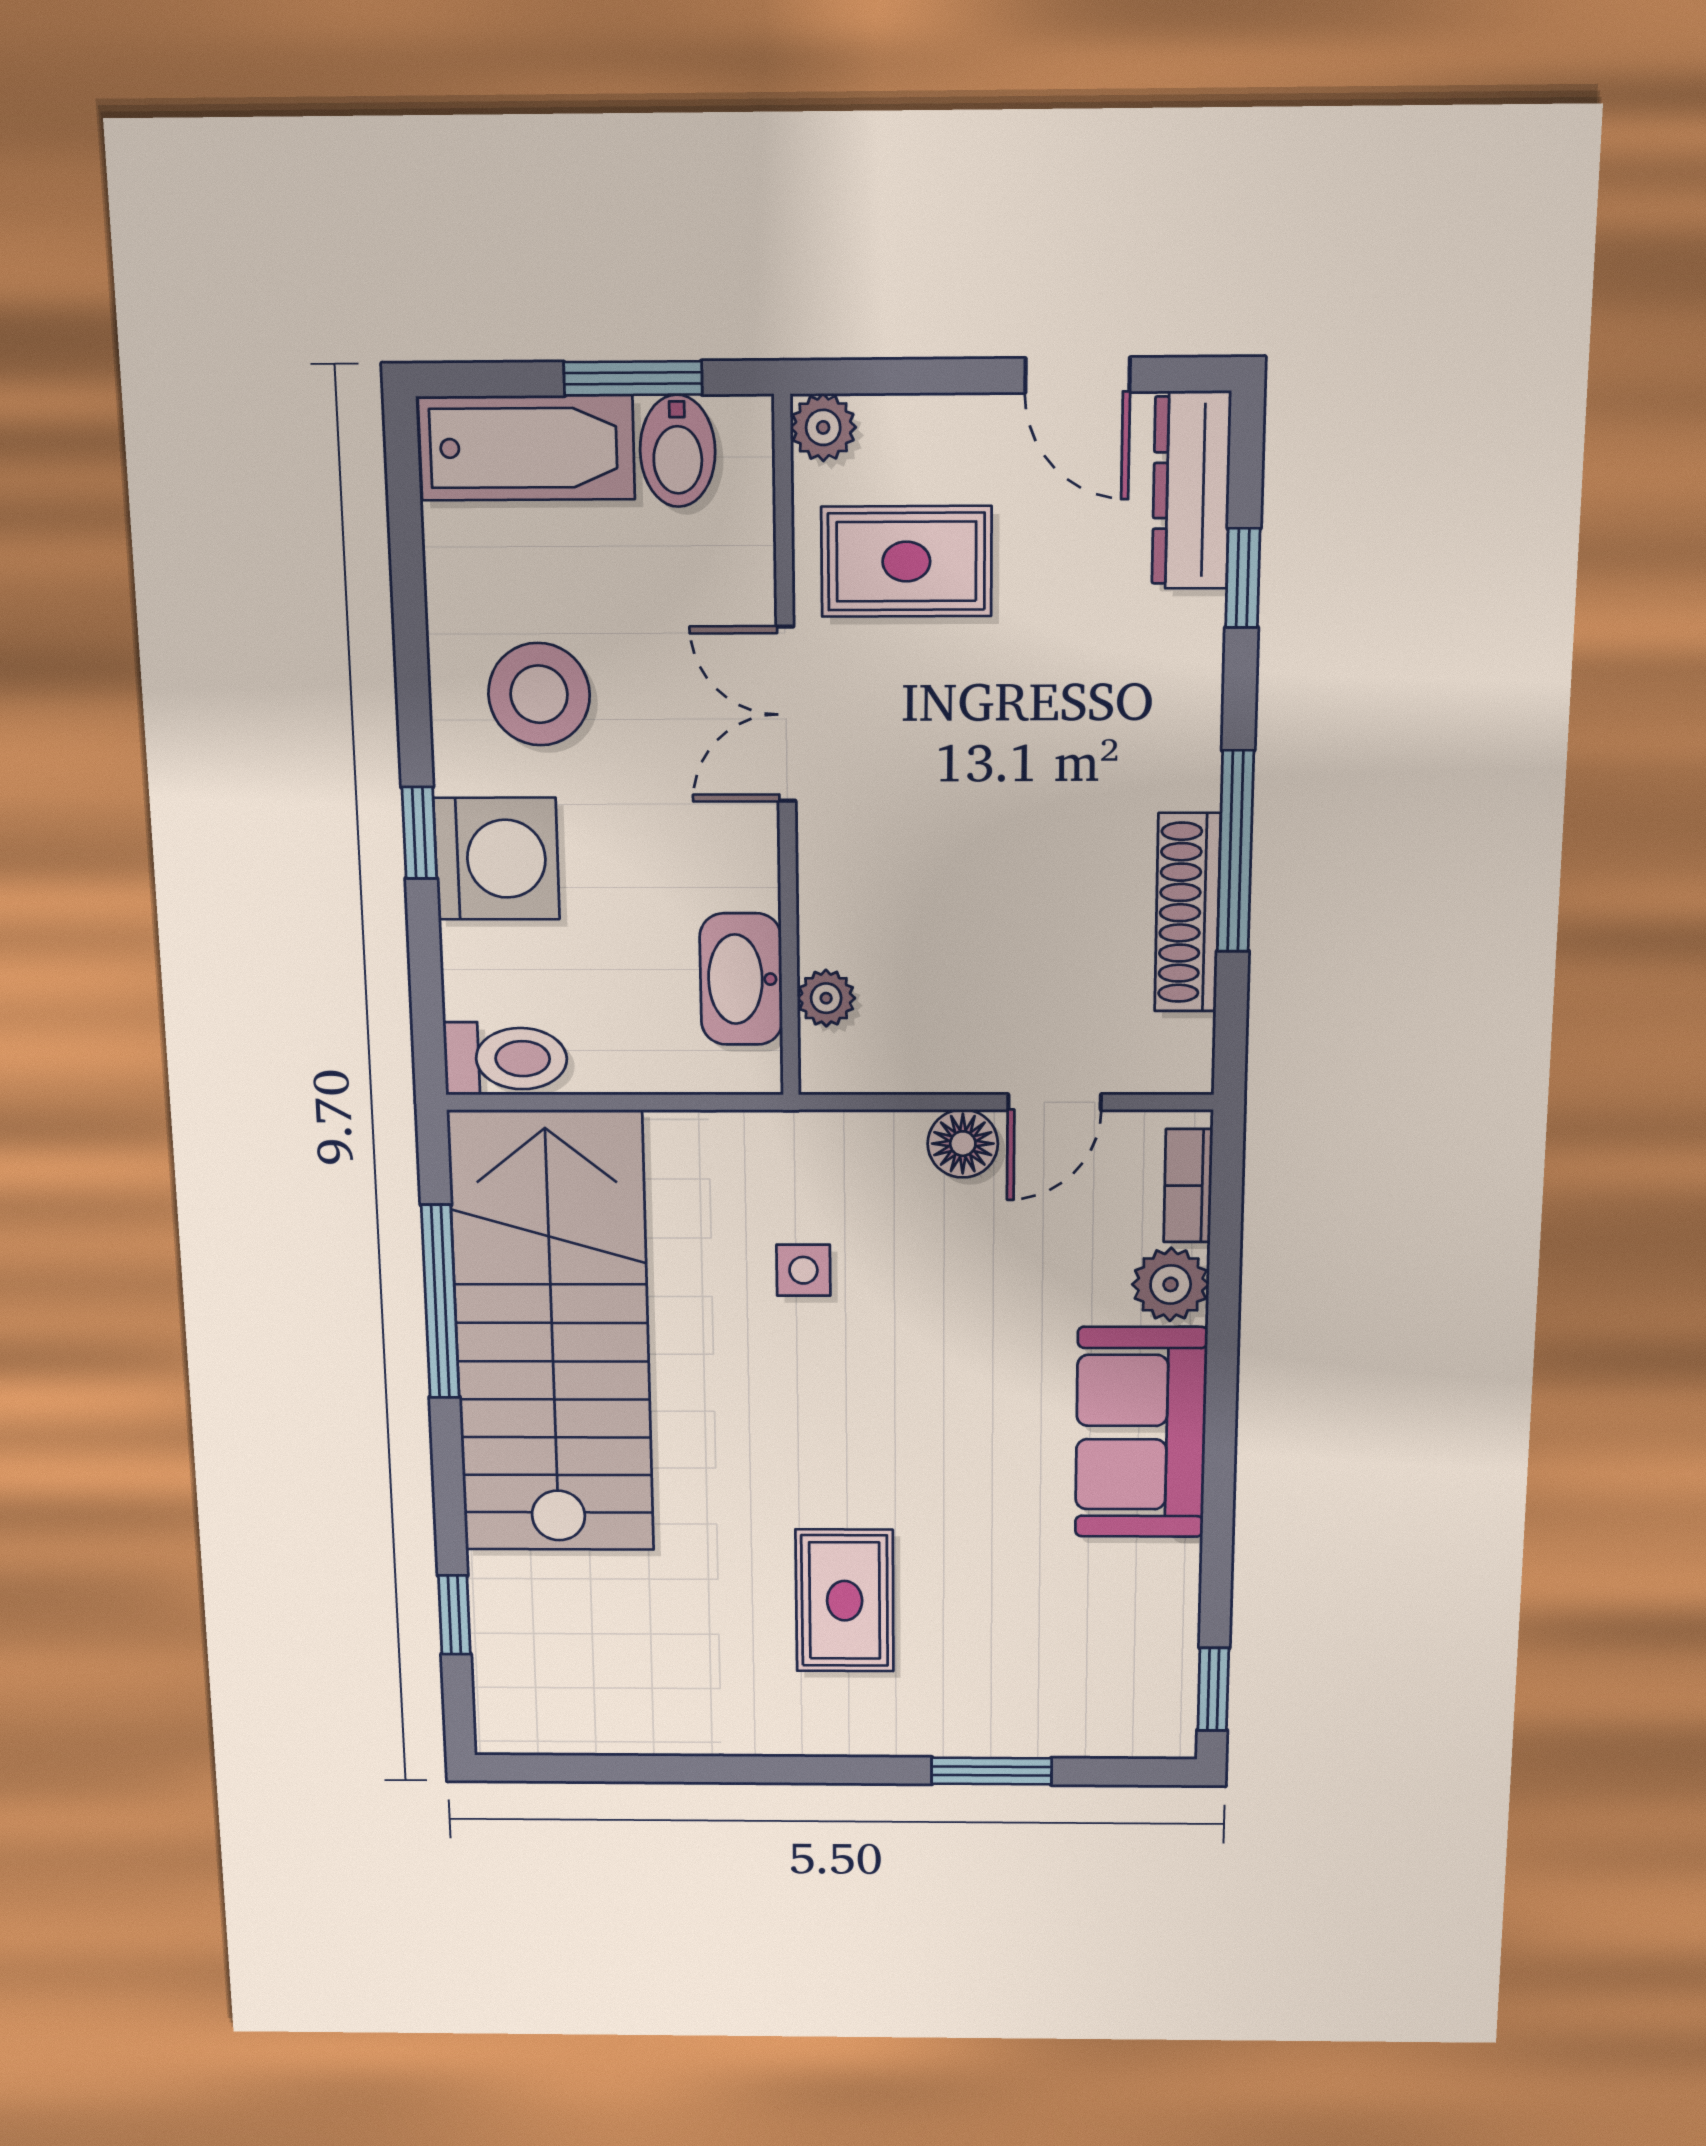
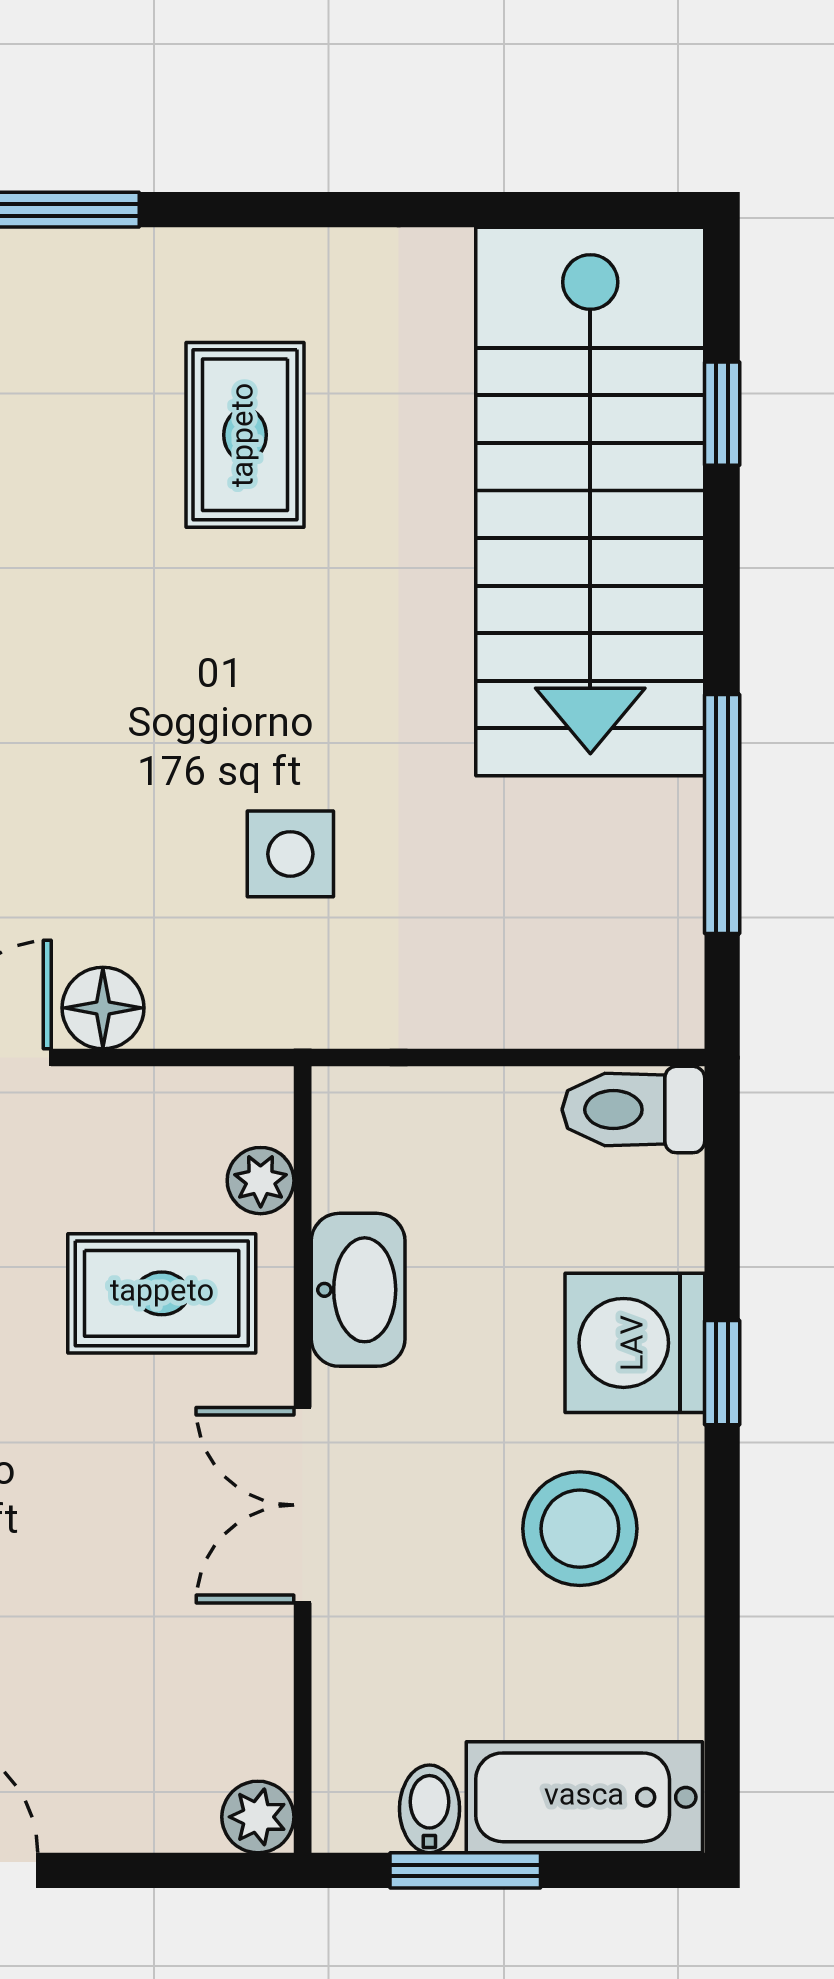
bidet: (678, 451) -> (429, 1809), width x0.72, depth x0.74
rug: (906, 562) -> (162, 1293), moved
double door: (786, 714) -> (303, 1505), swing flipped
washbasin: (741, 979) -> (358, 1290), moved
side table: (803, 1270) -> (290, 854), width x1.37, depth x1.37
stairs: (552, 1334) -> (590, 502), moved

